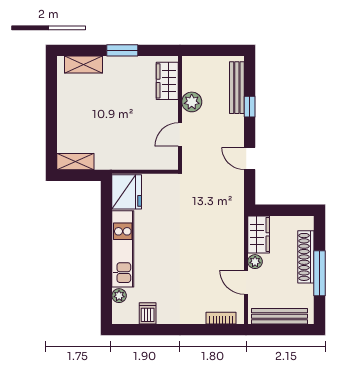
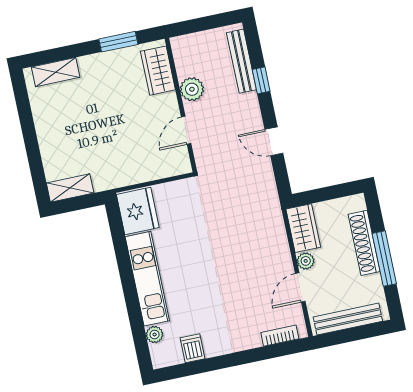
window: (122, 50) -> (118, 42), moved
door: (246, 282) -> (300, 287), hinge flipped

